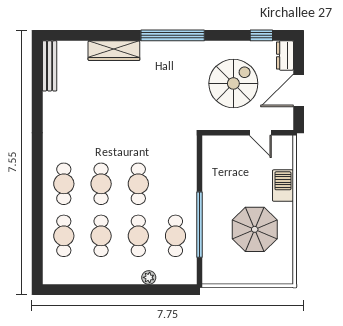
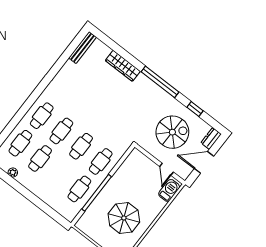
window: (261, 35) -> (195, 109), moved
barbecue: (283, 186) -> (169, 190), moved
cafe table: (138, 236) -> (101, 161), moved
plant: (149, 277) -> (13, 172), moved

